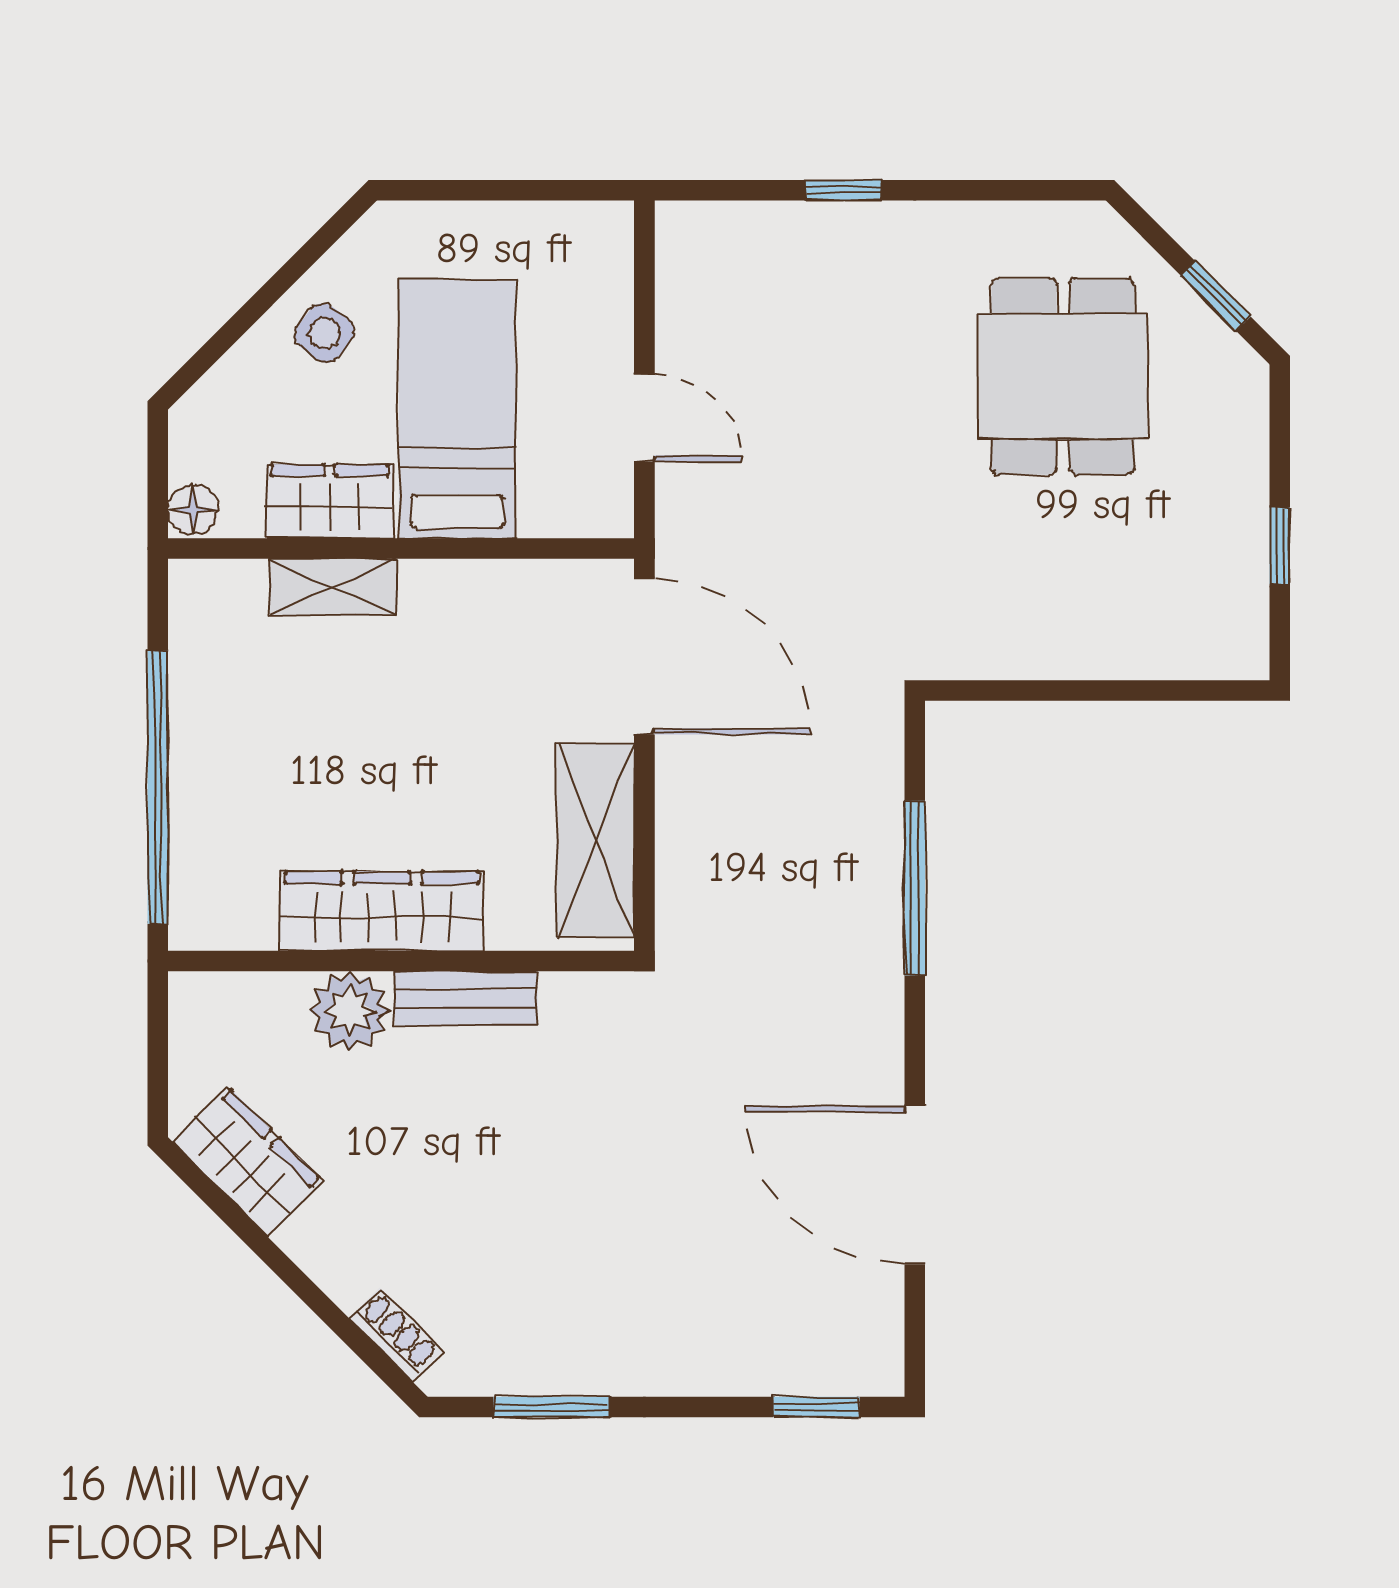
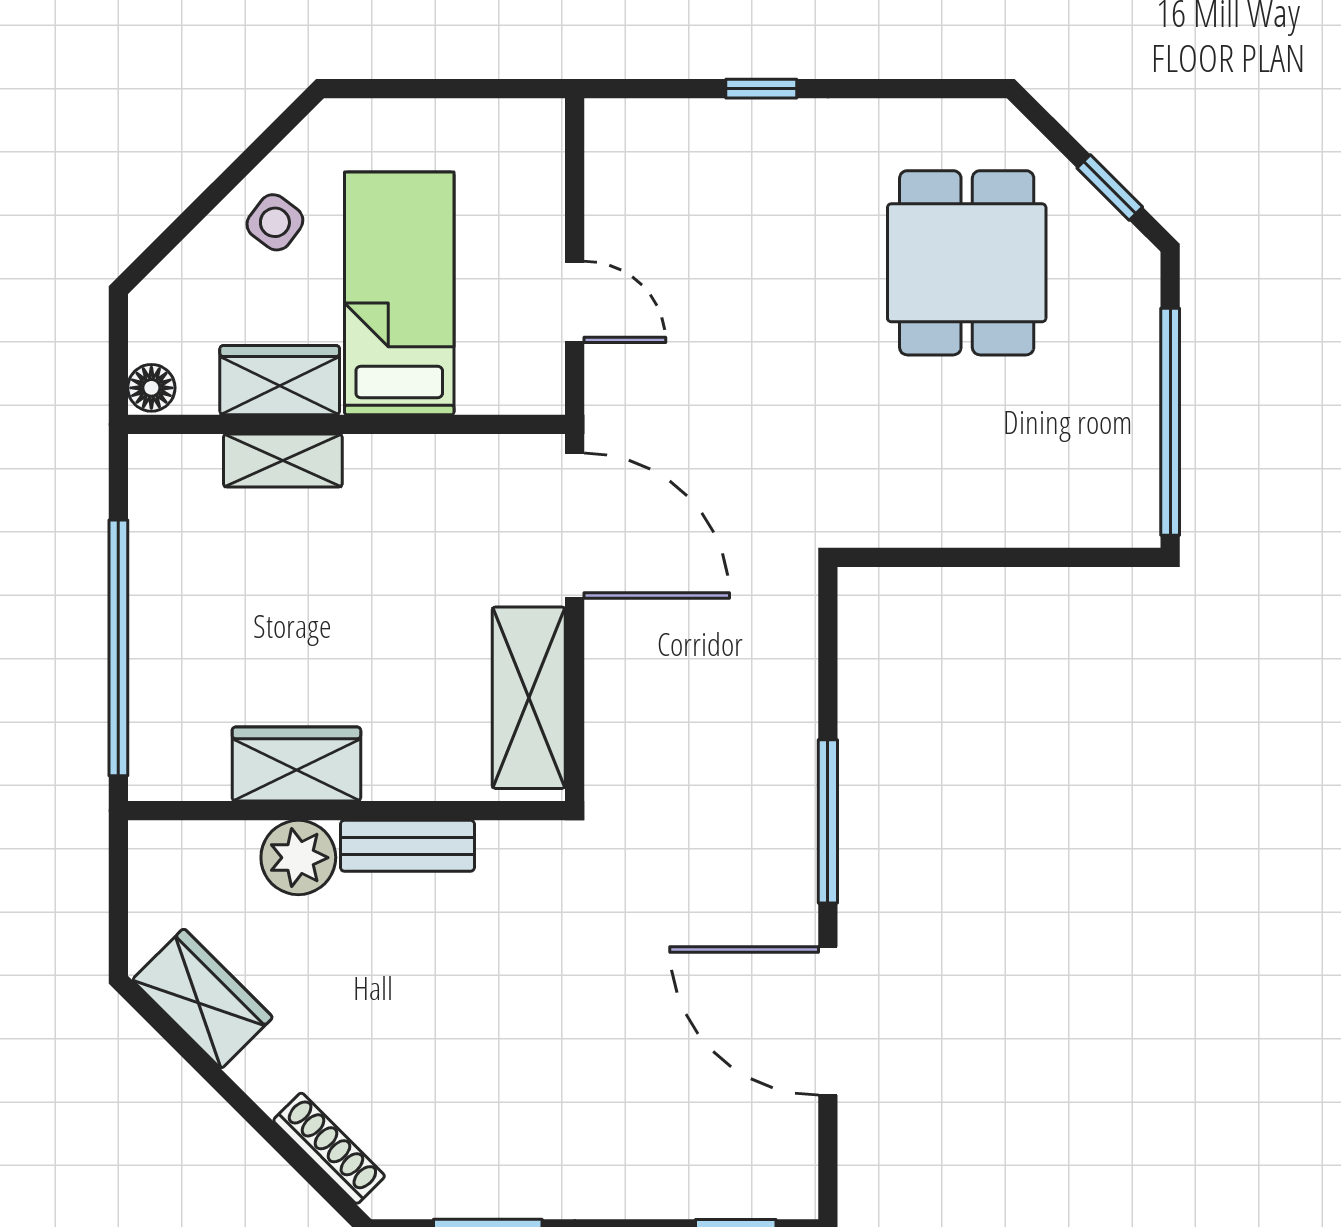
window: (1280, 546) -> (1170, 422), width x3.17
window: (915, 888) -> (828, 821), moved
wardrobe: (382, 911) -> (296, 764), width x0.67
shoe rack: (396, 1335) -> (329, 1148), width x1.43

